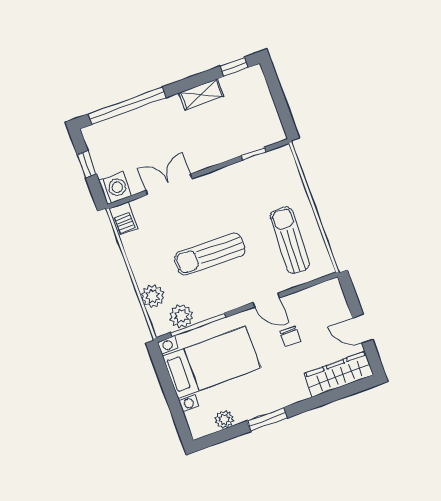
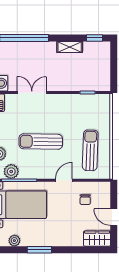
door: (266, 300) -> (64, 180), swing flipped
chair: (290, 336) -> (85, 200), moved
wardrobe: (339, 374) -> (97, 239), width x0.67

